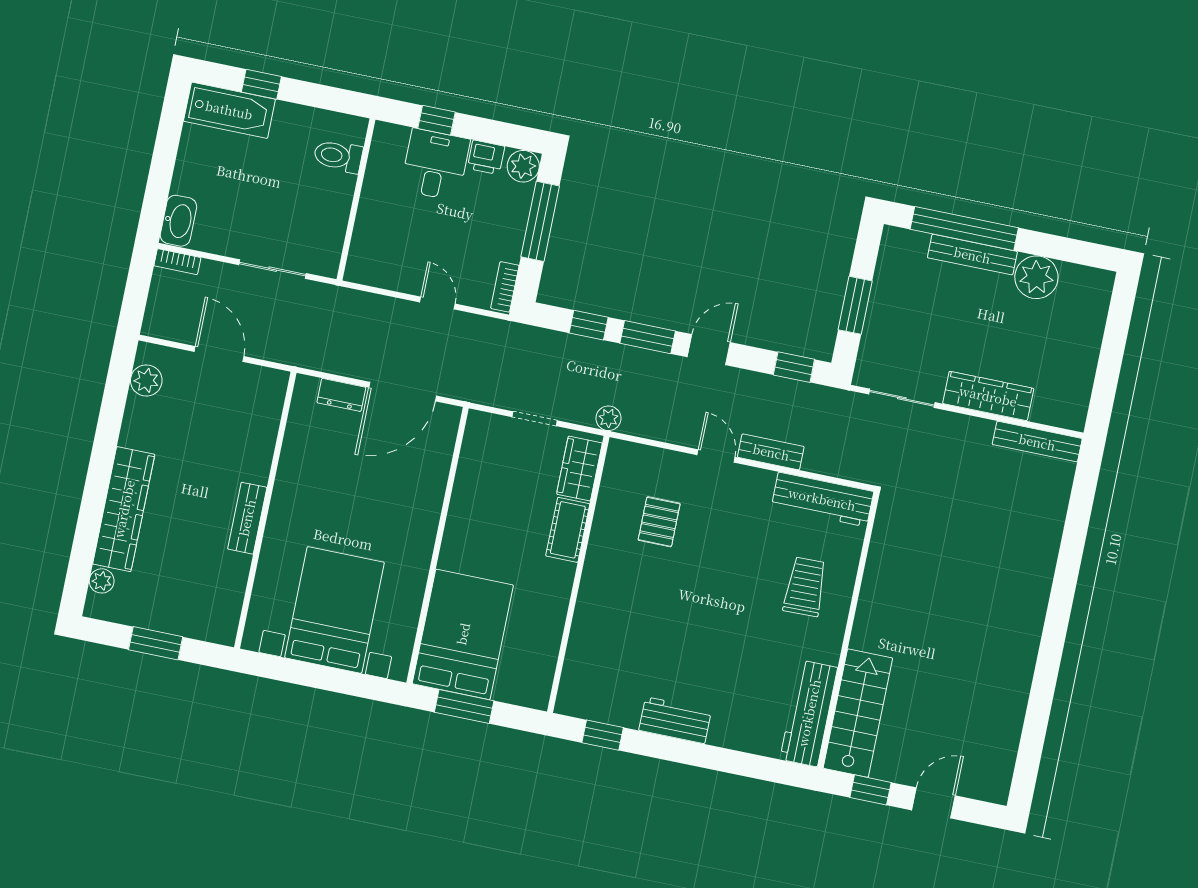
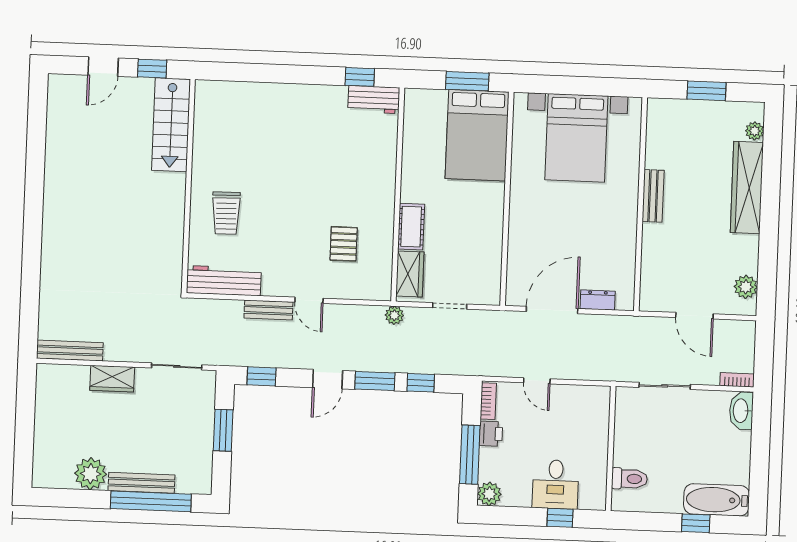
printer: (486, 157) -> (491, 434), moved, turned 90
wardrobe: (988, 396) -> (112, 379), width x0.67
workbench: (809, 713) -> (208, 118), removed
workbench: (675, 720) -> (374, 100), moved

